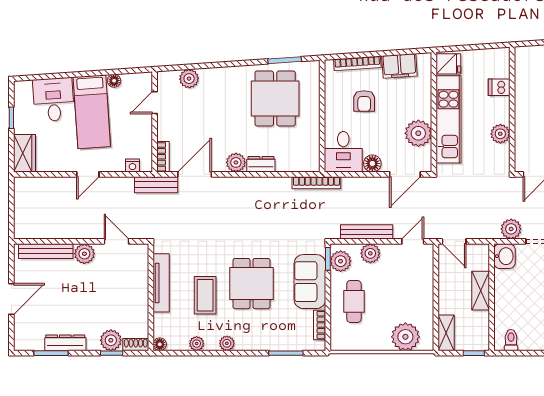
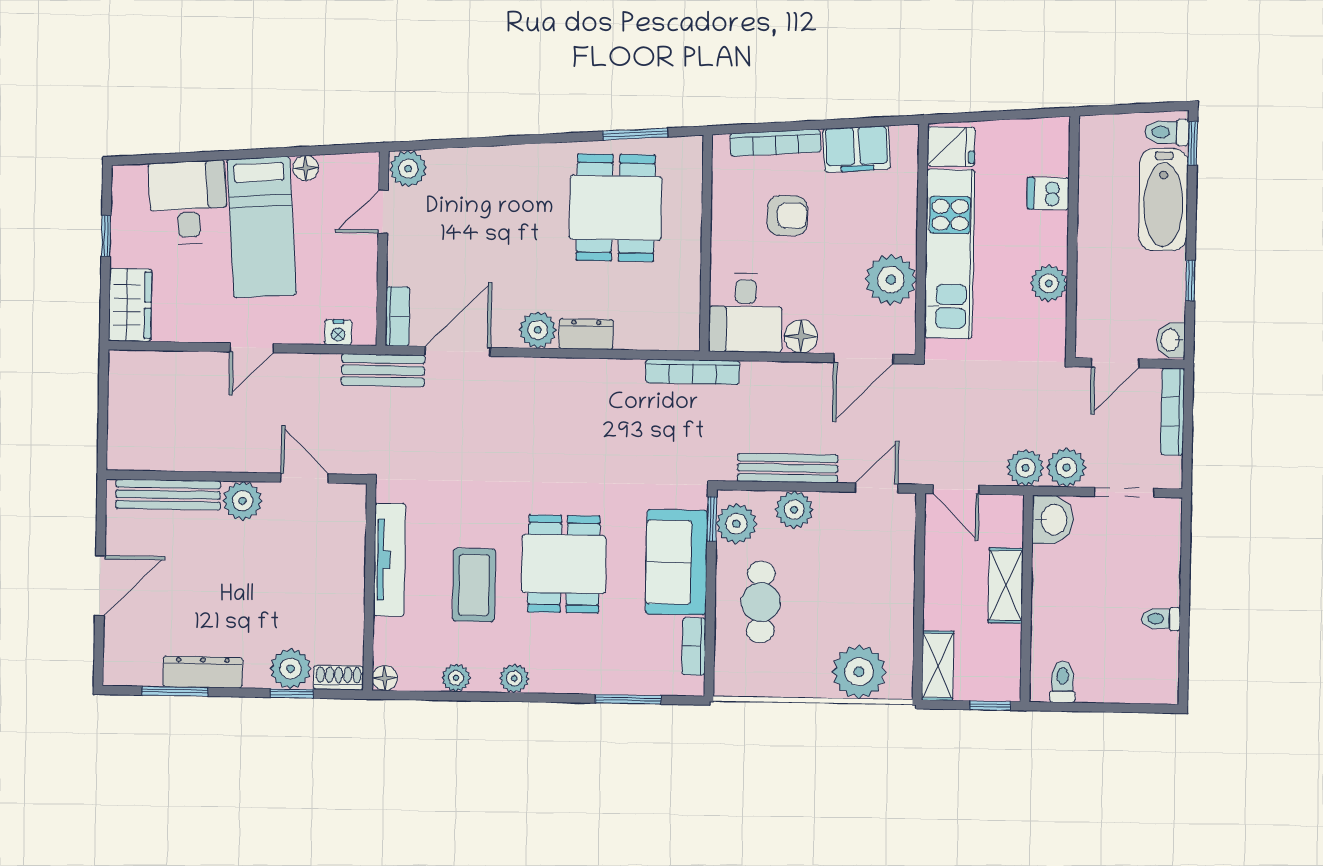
plant: (189, 79) -> (408, 169), moved
armchair: (364, 101) -> (787, 216), turned -90
plant: (490, 230) -> (1025, 468), added

